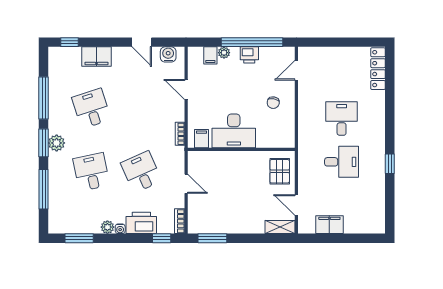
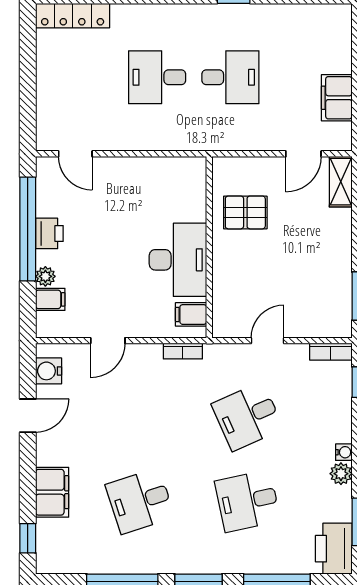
chair: (273, 103) -> (130, 193), removed
plant: (57, 143) -> (198, 560), removed
desk: (342, 162) -> (230, 77), turned 90
pallet: (280, 171) -> (245, 212), moved
printer: (141, 223) -> (334, 549), moved

